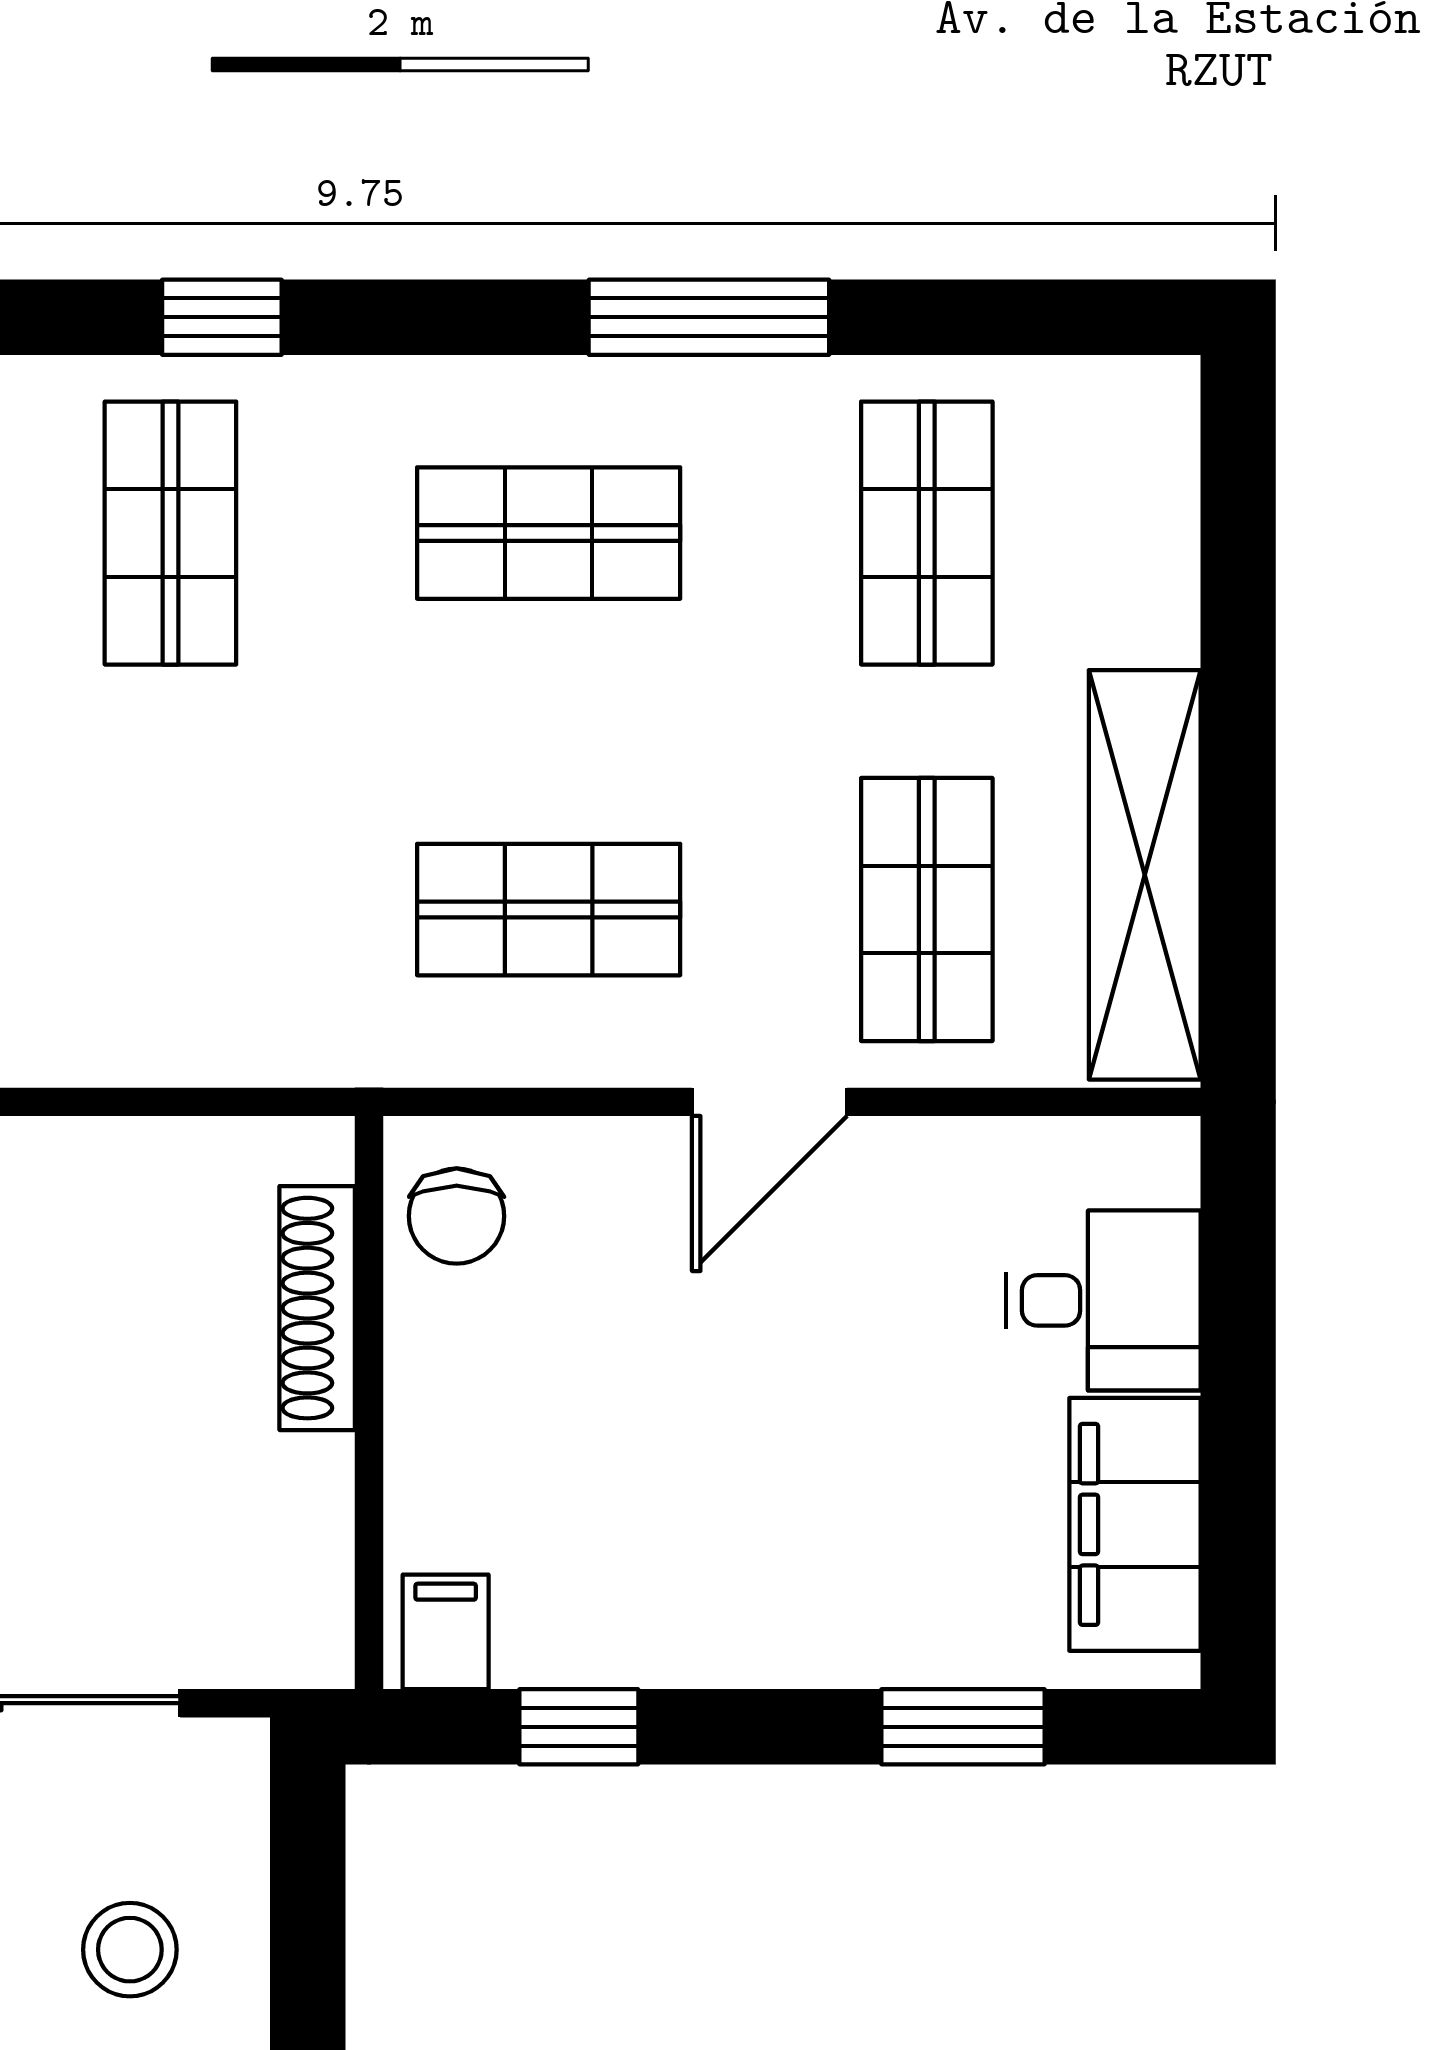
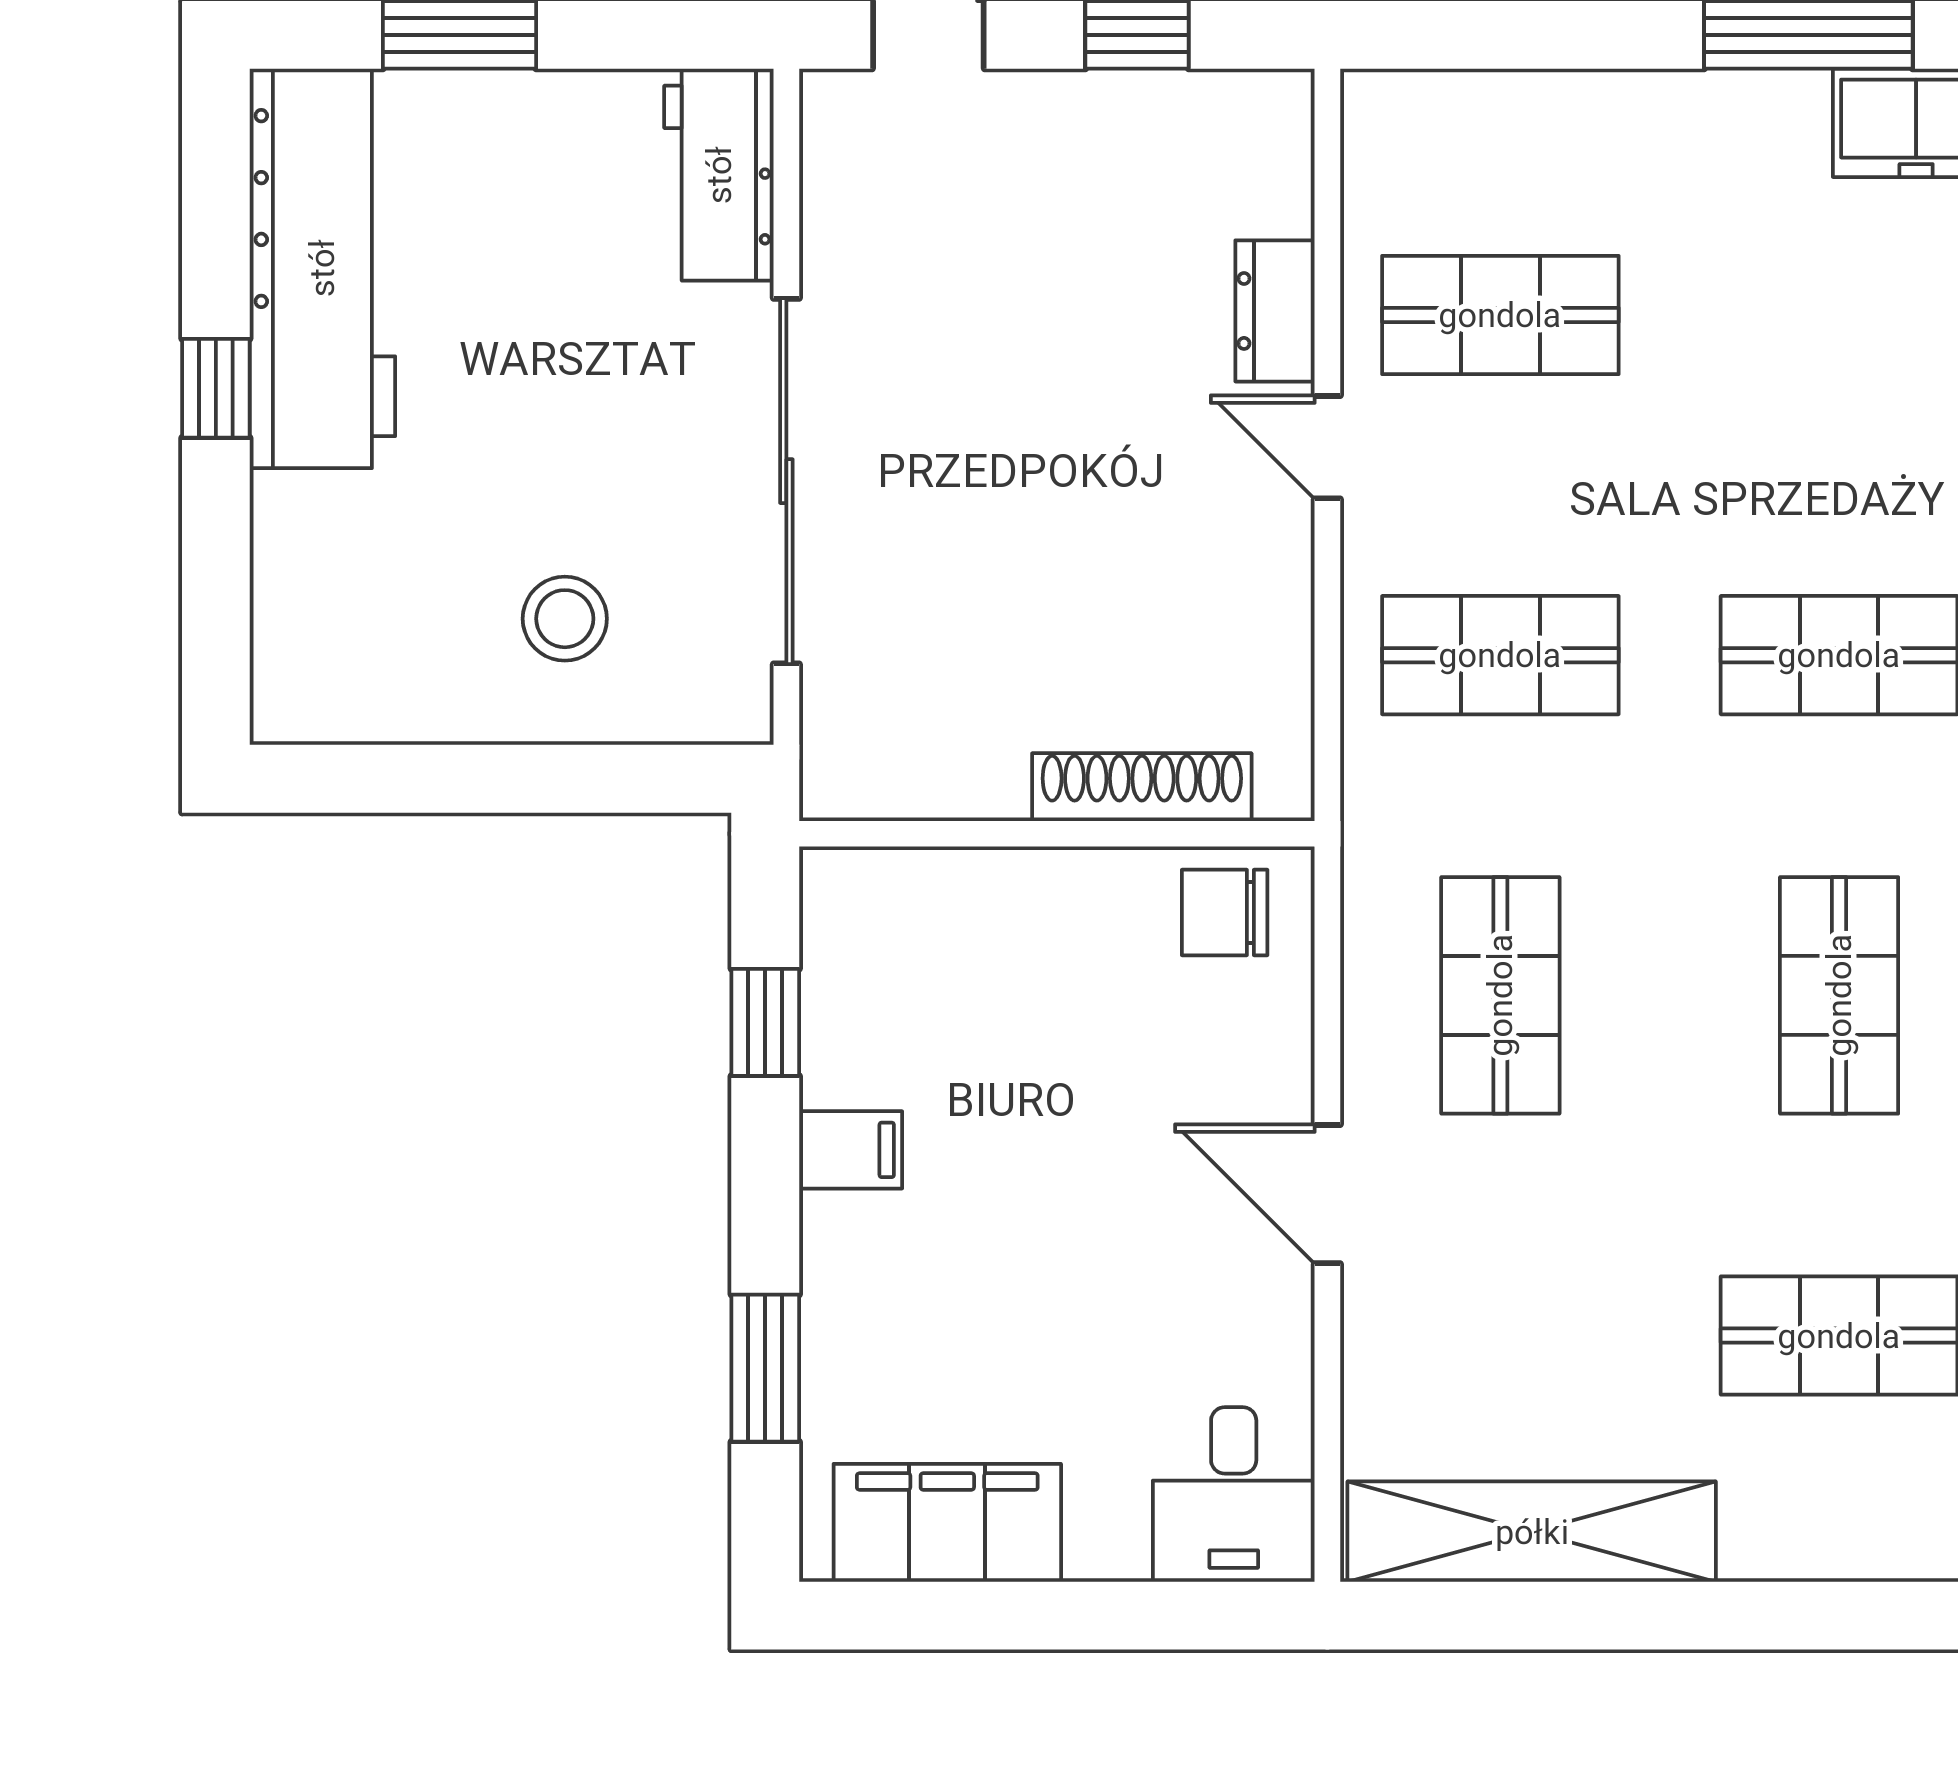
shop shelf: (927, 910) -> (1500, 655), moved
desk: (1103, 1300) -> (1234, 1494), moved
filing cabinet: (446, 1632) -> (851, 1150), moved

